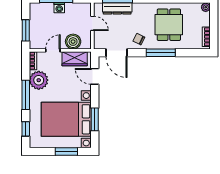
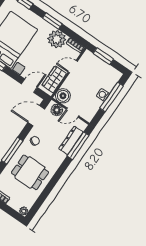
floor lamp: (99, 38) -> (57, 110), added
boiler: (73, 42) -> (63, 96), moved
door: (53, 50) -> (73, 67), swing flipped
window: (26, 95) -> (52, 21), width x0.69

